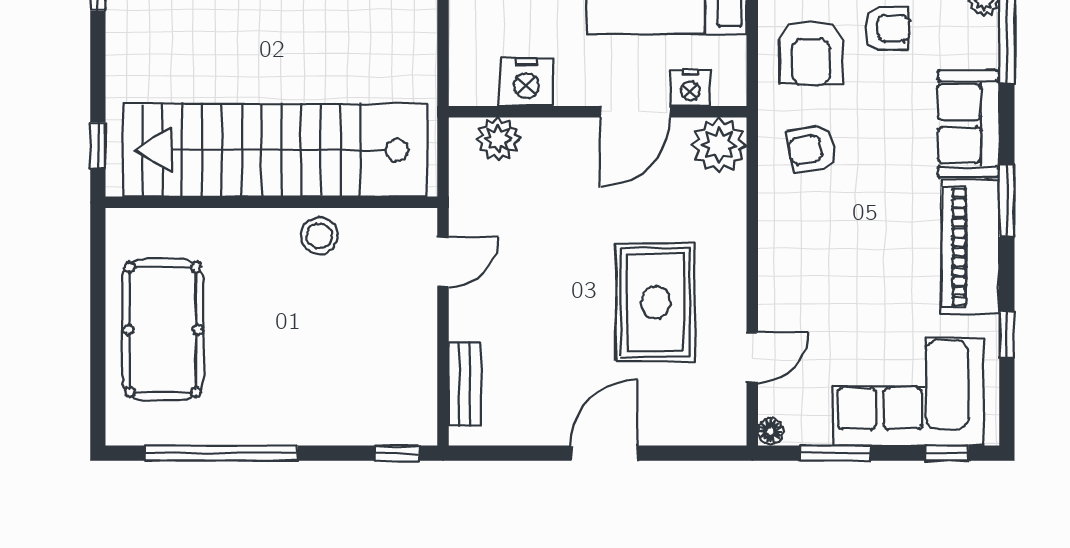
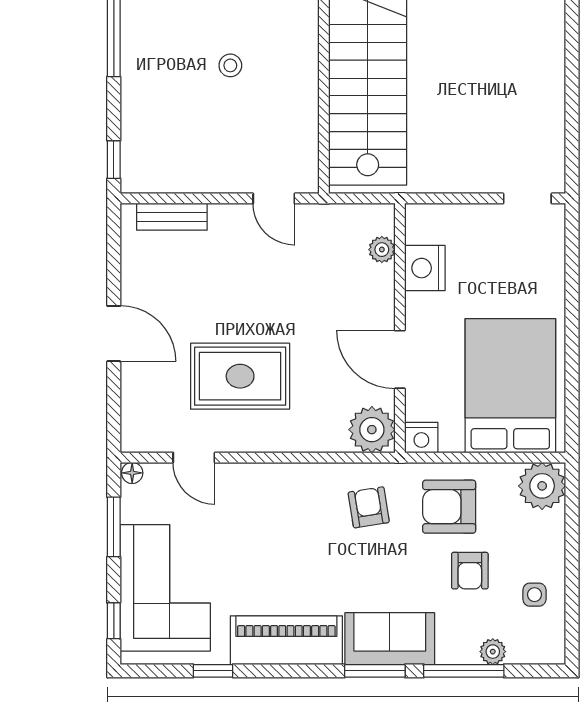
nightstand: (690, 88) -> (421, 438), moved, turned -90
plant: (498, 139) -> (382, 250), width x0.73, depth x0.73
window: (1007, 201) -> (375, 671), moved
stool: (319, 236) -> (230, 65), moved, width x0.73, depth x0.73

